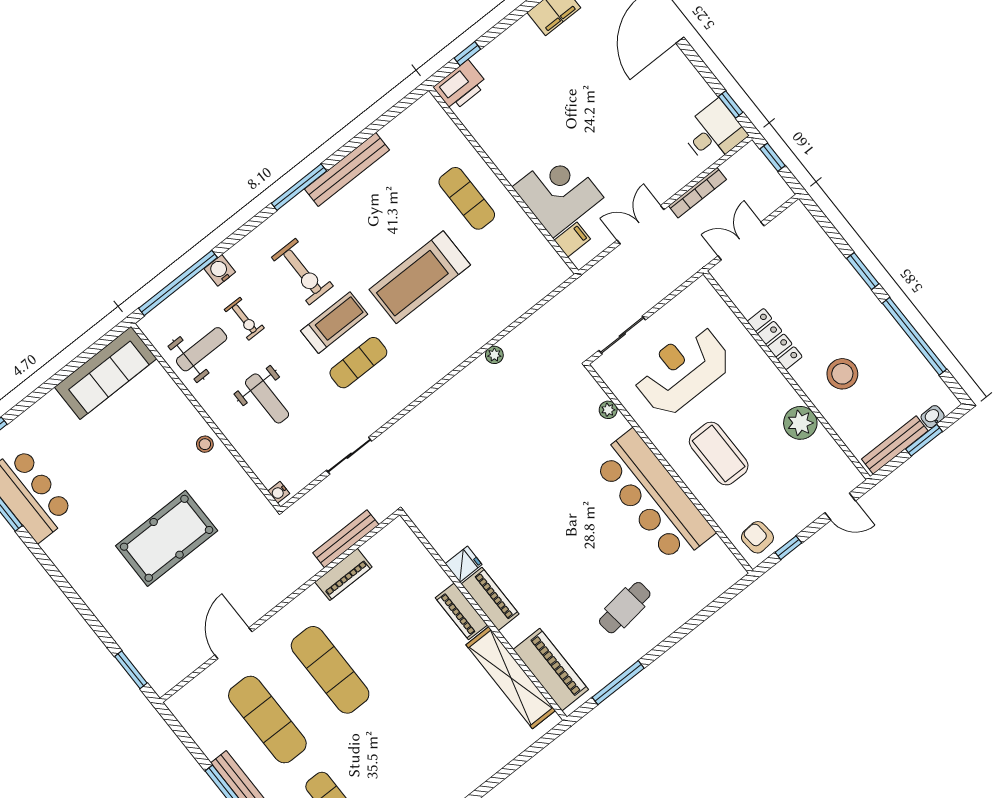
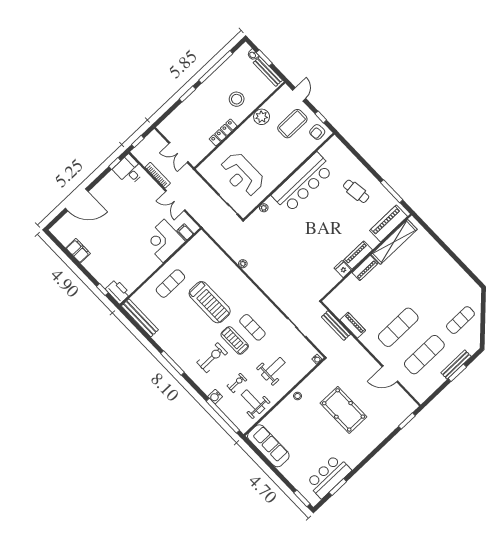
bench: (347, 169) -> (140, 318), moved
coffee table: (719, 454) -> (292, 124), moved

